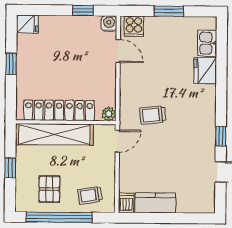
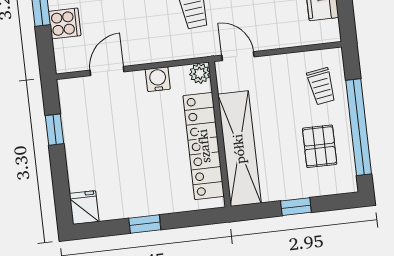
water cooler: (109, 24) -> (158, 79), moved, turned 90
cooker: (134, 26) -> (65, 23), moved
pallet: (49, 189) -> (320, 146), turned 90
dishwasher: (126, 203) -> (326, 32), removed

